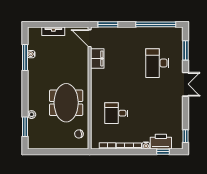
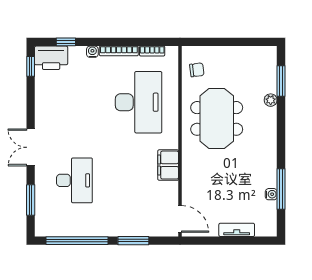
window: (108, 24) -> (133, 241), moved
filing cabinet: (97, 58) -> (168, 165), moved
desk: (116, 113) -> (139, 102), width x1.87, depth x1.30
printer: (161, 142) -> (51, 58), moved

